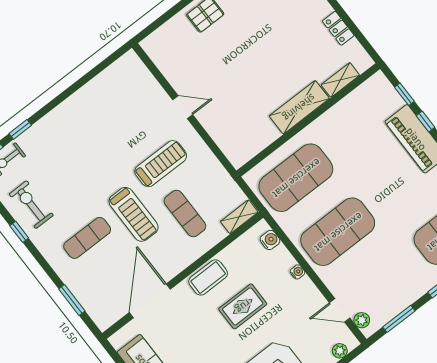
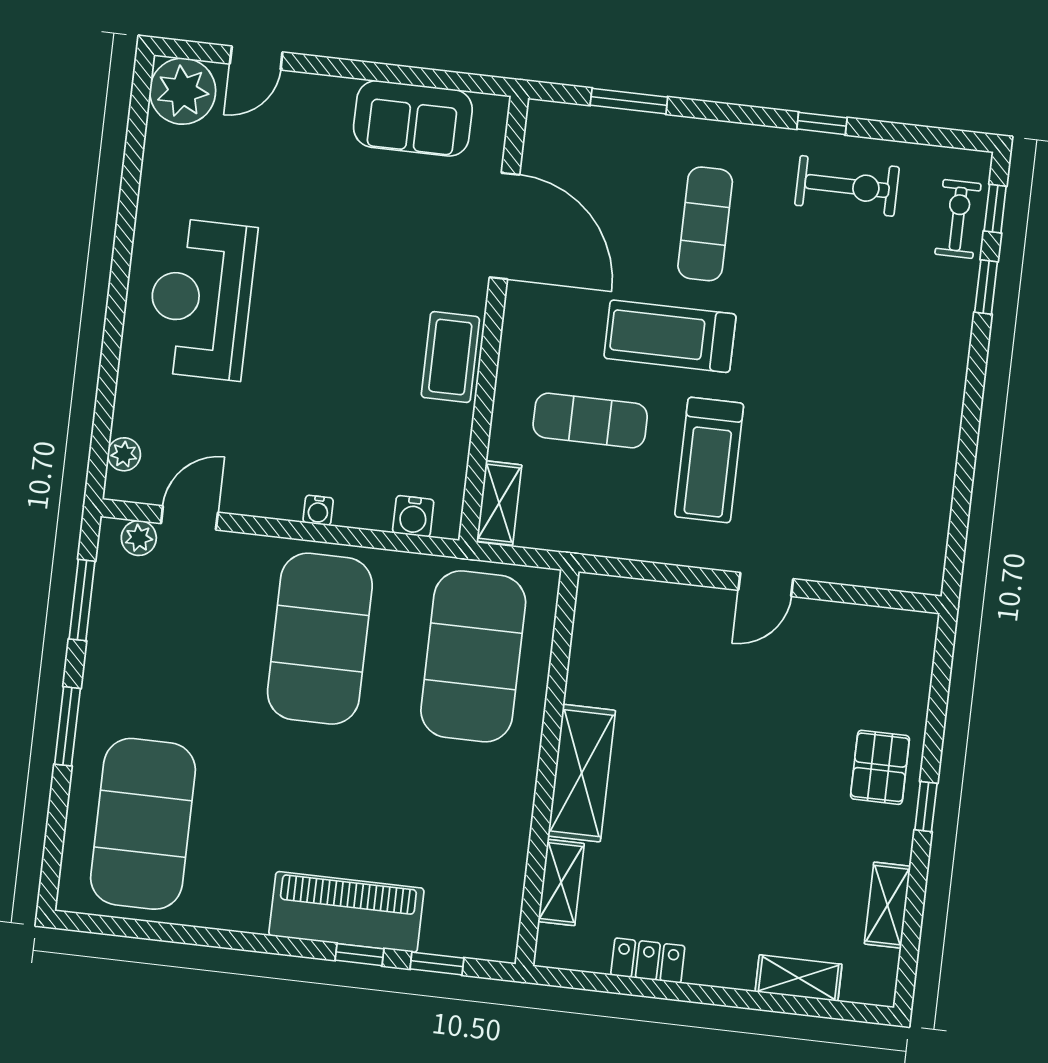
rug: (243, 306) -> (349, 367), removed

